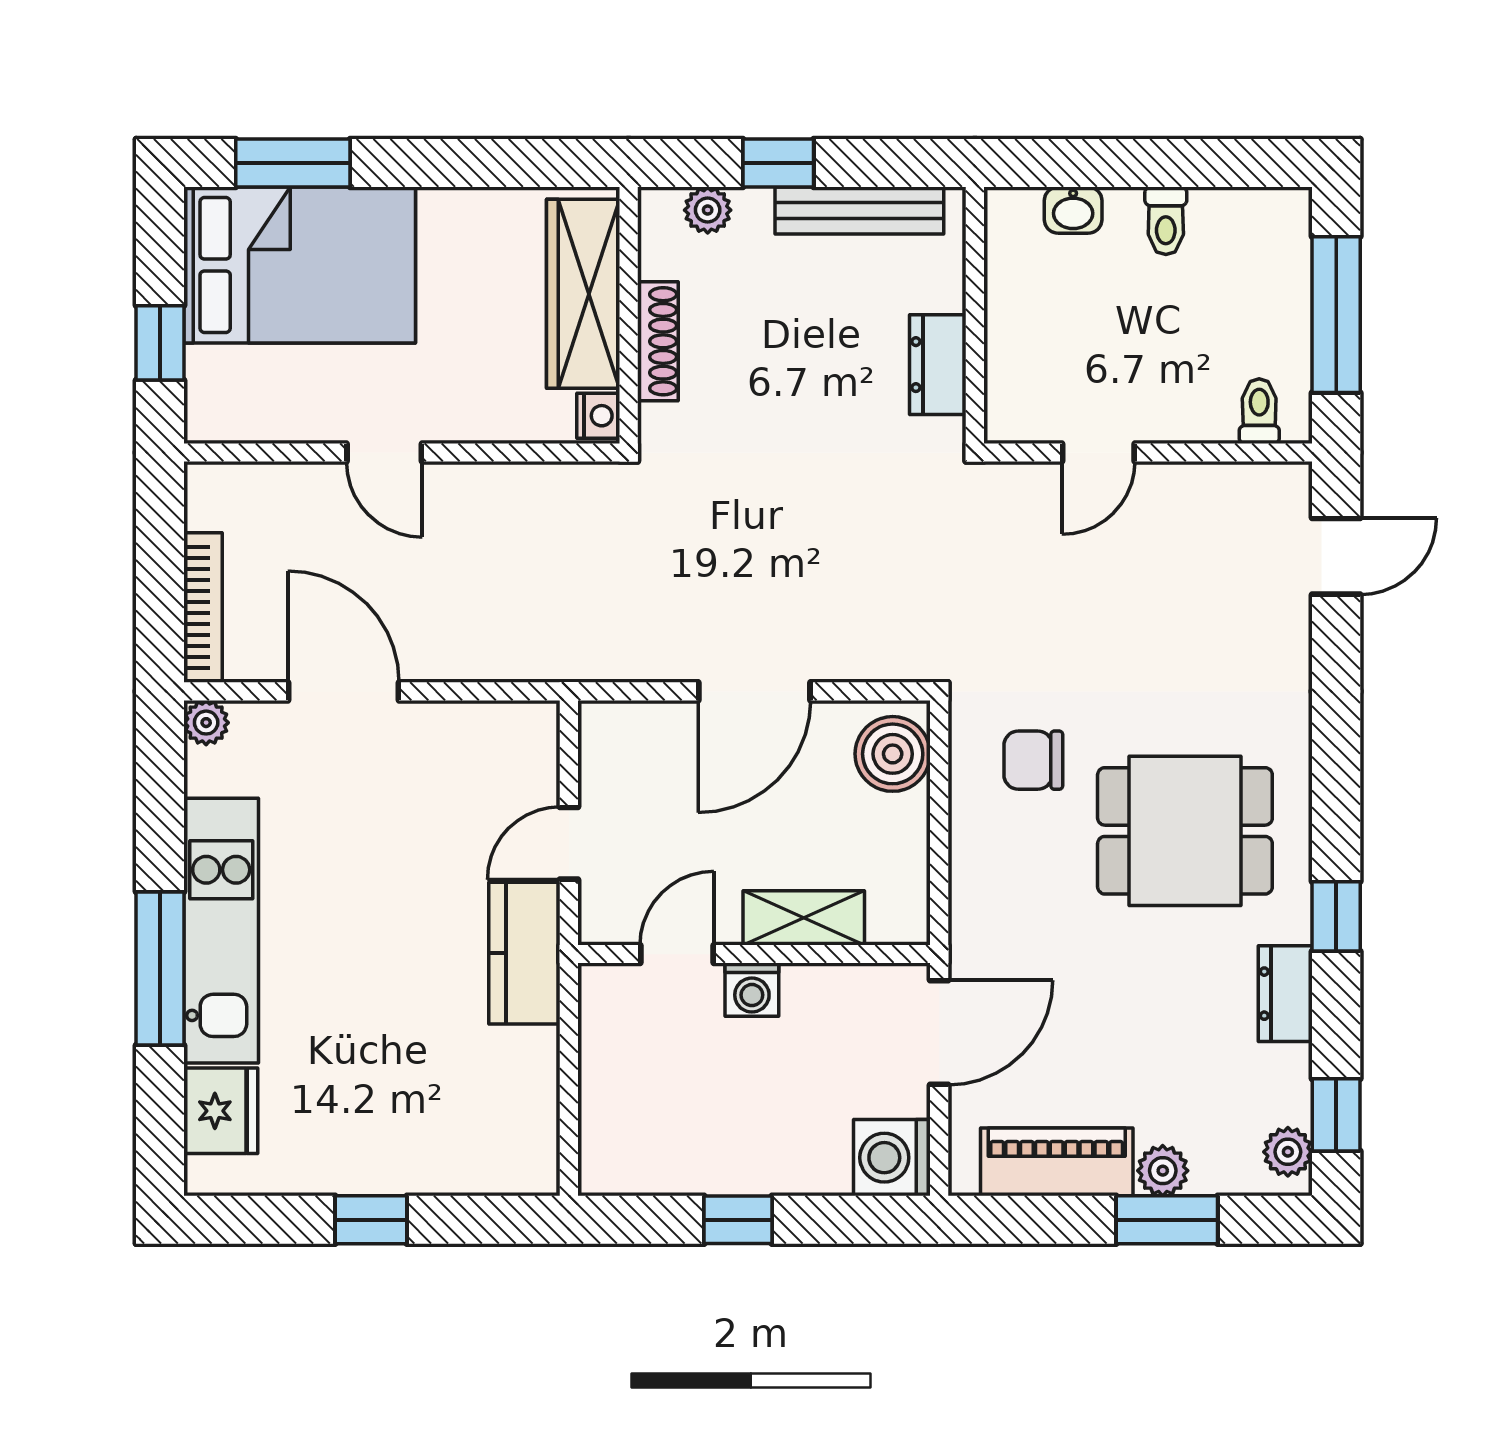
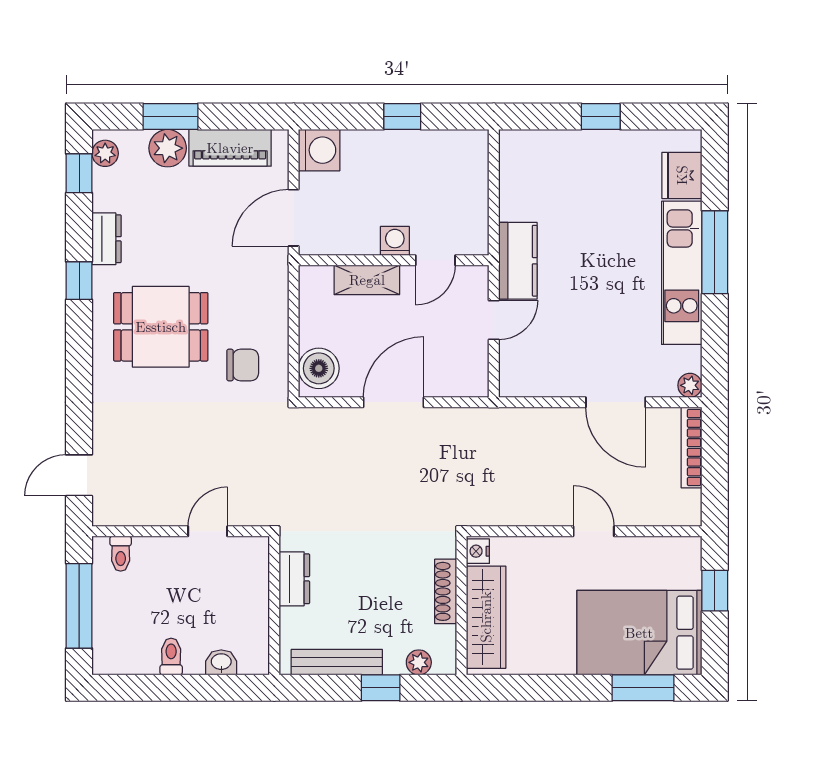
plant: (1163, 1171) -> (168, 148), width x1.38, depth x1.38

